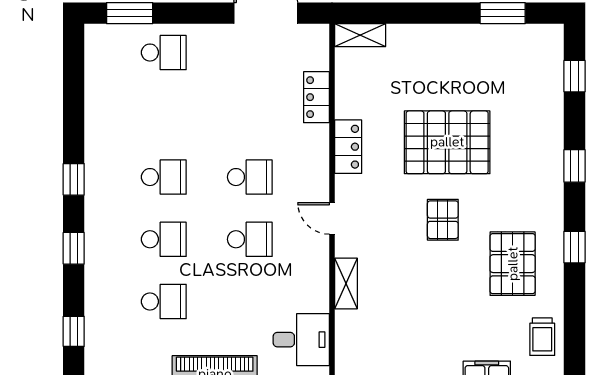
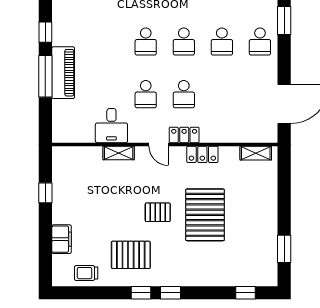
shelving: (360, 35) -> (256, 153), moved, turned 90
locker: (316, 97) -> (184, 135), moved
window: (575, 166) -> (171, 293), moved
door: (332, 218) -> (158, 144), swing flipped
school desk: (164, 302) -> (222, 42), moved
desk: (301, 340) -> (111, 126), moved

